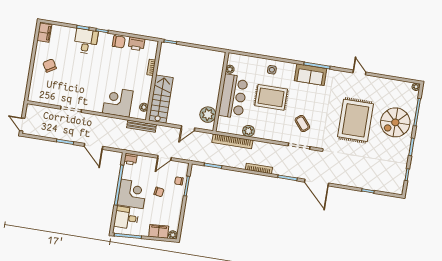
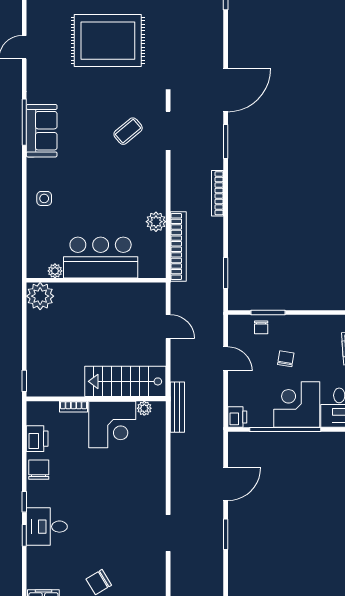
rug: (271, 97) -> (92, 192), removed
corner desk: (118, 102) -> (112, 424), moved, turned -90
plant: (208, 115) -> (40, 296), moved

